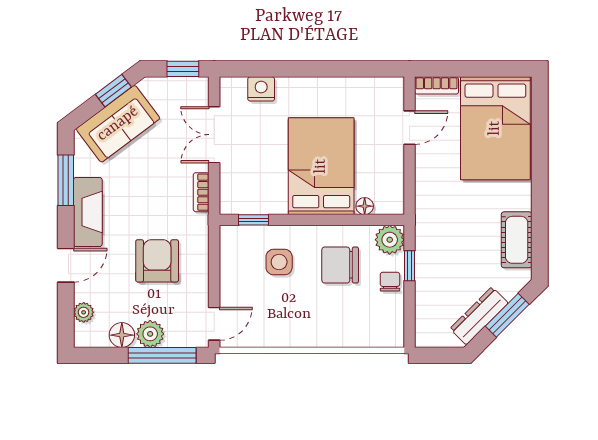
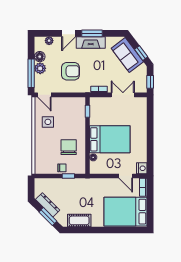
nightstand: (261, 89) -> (142, 168), moved
window: (66, 180) -> (92, 33), moved
plant: (390, 240) -> (79, 168), removed
side table: (279, 262) -> (48, 122), moved
door: (66, 265) -> (69, 33), hinge flipped

